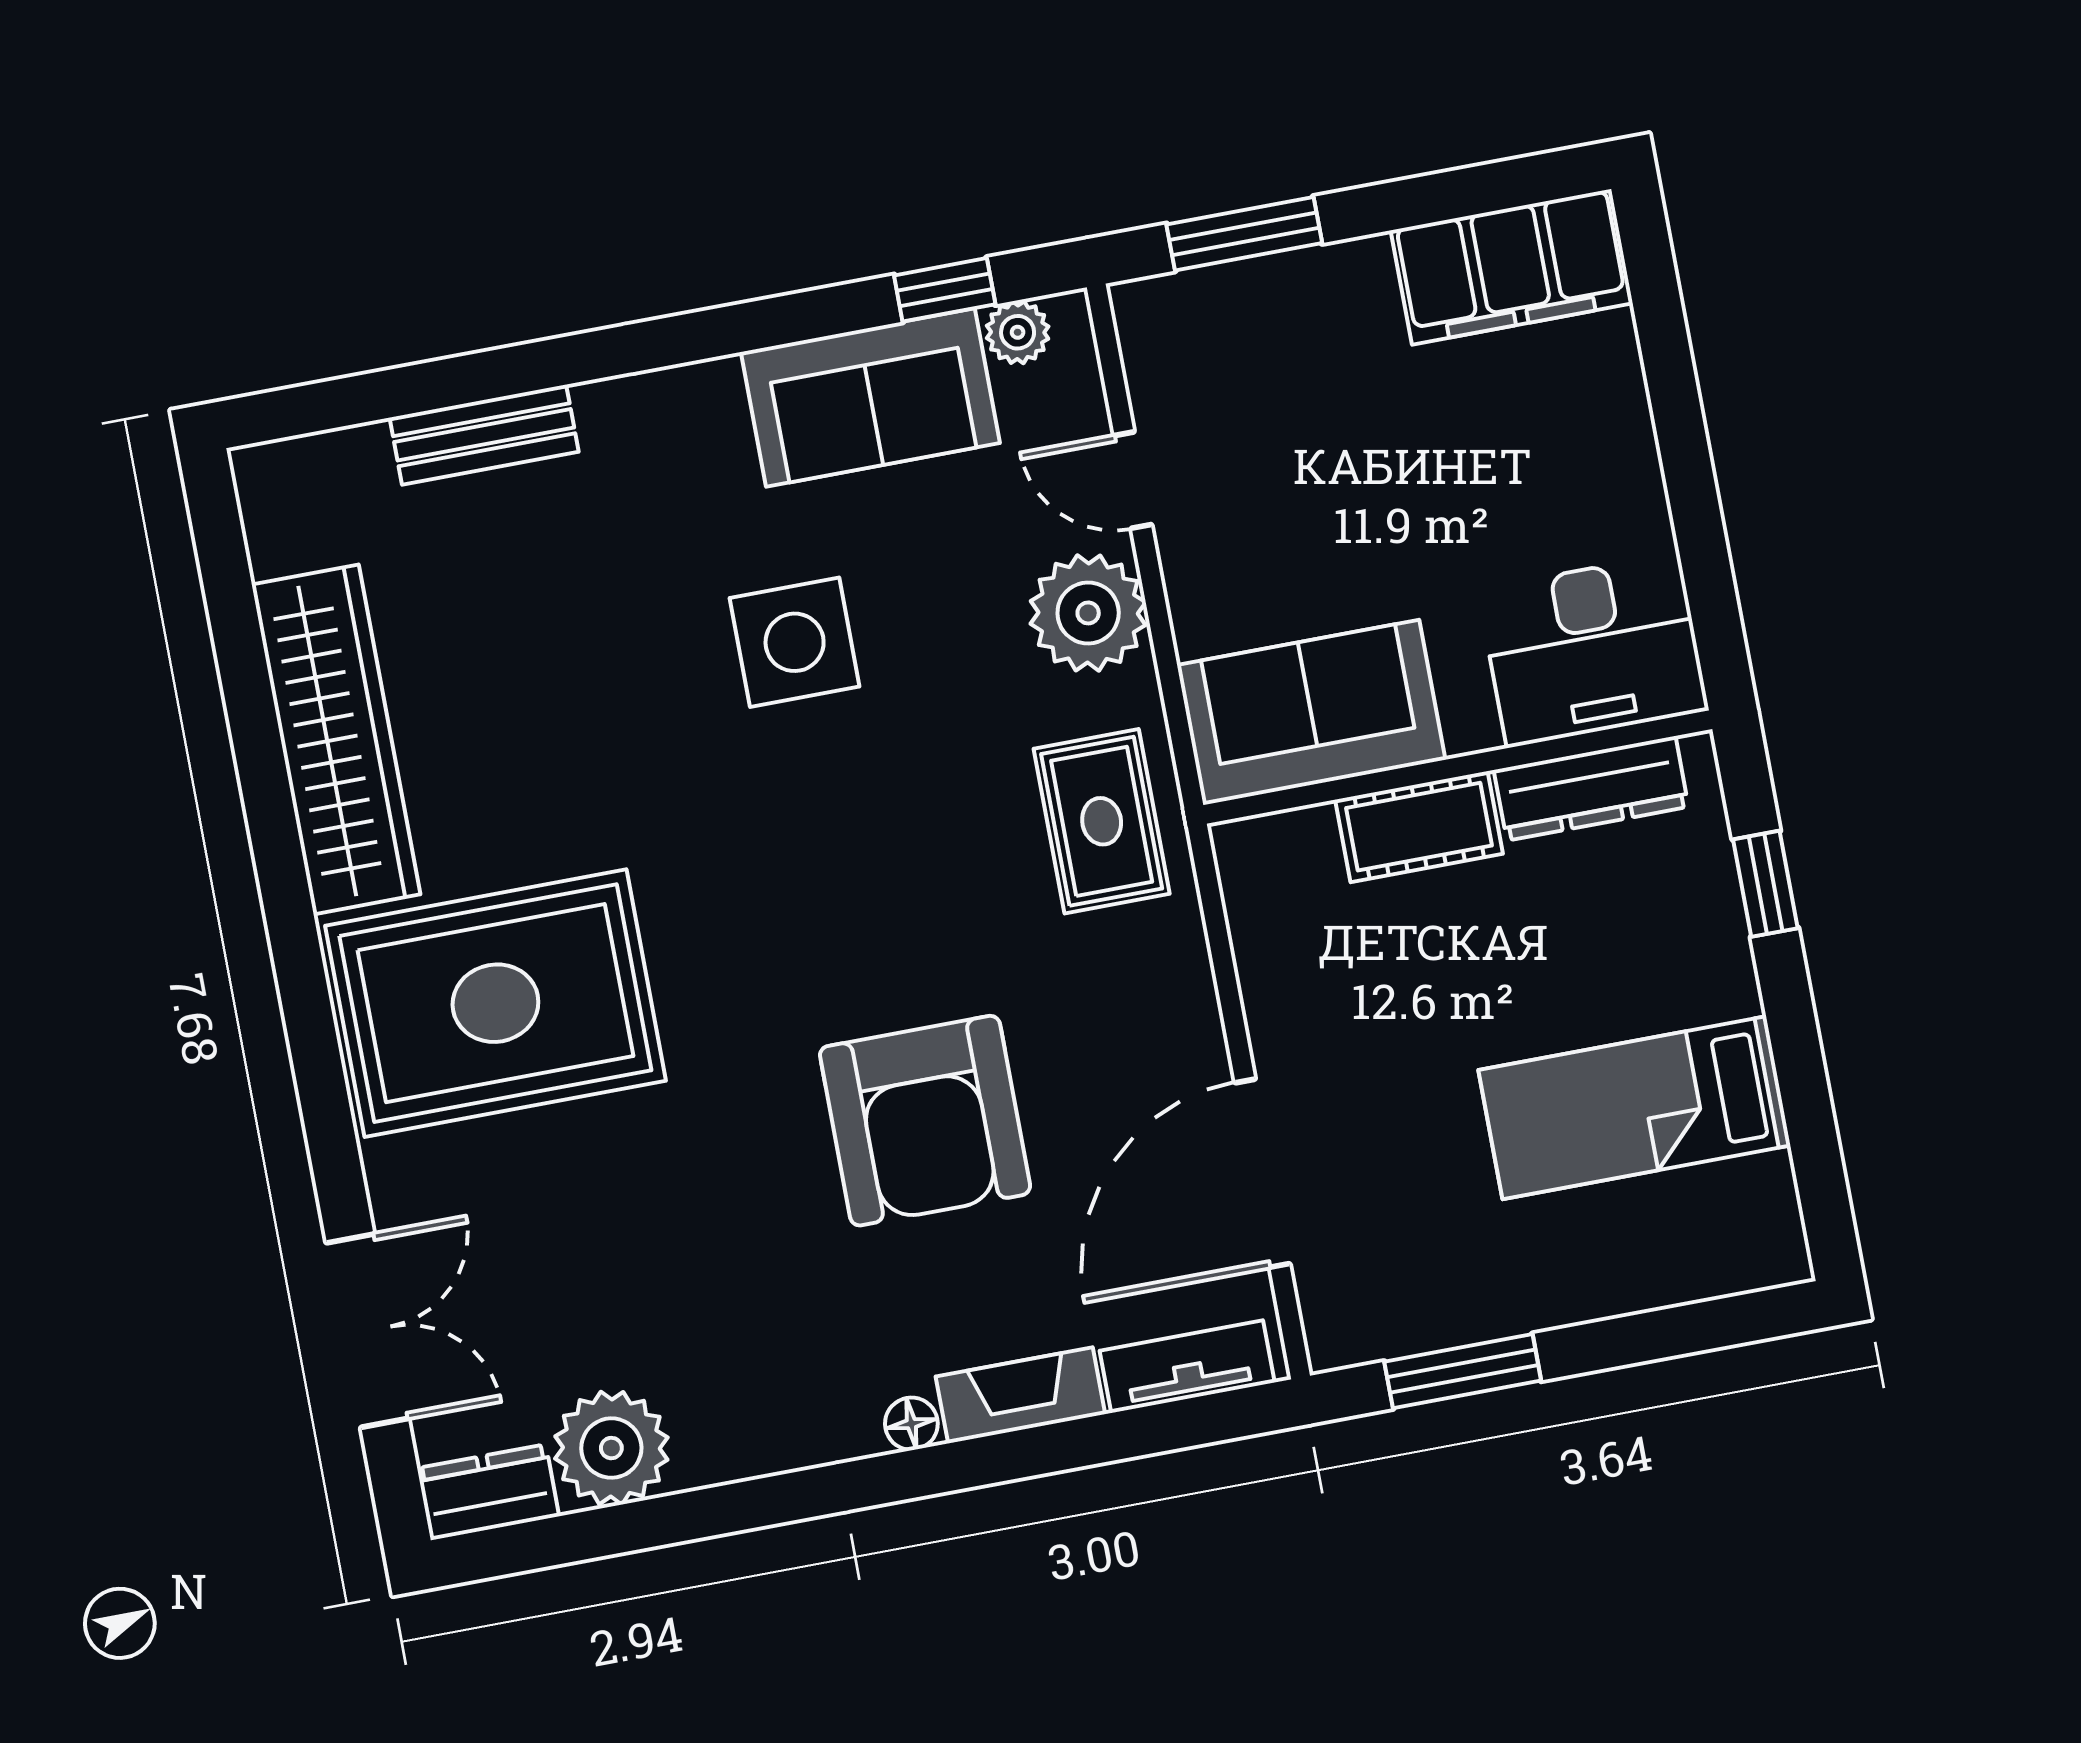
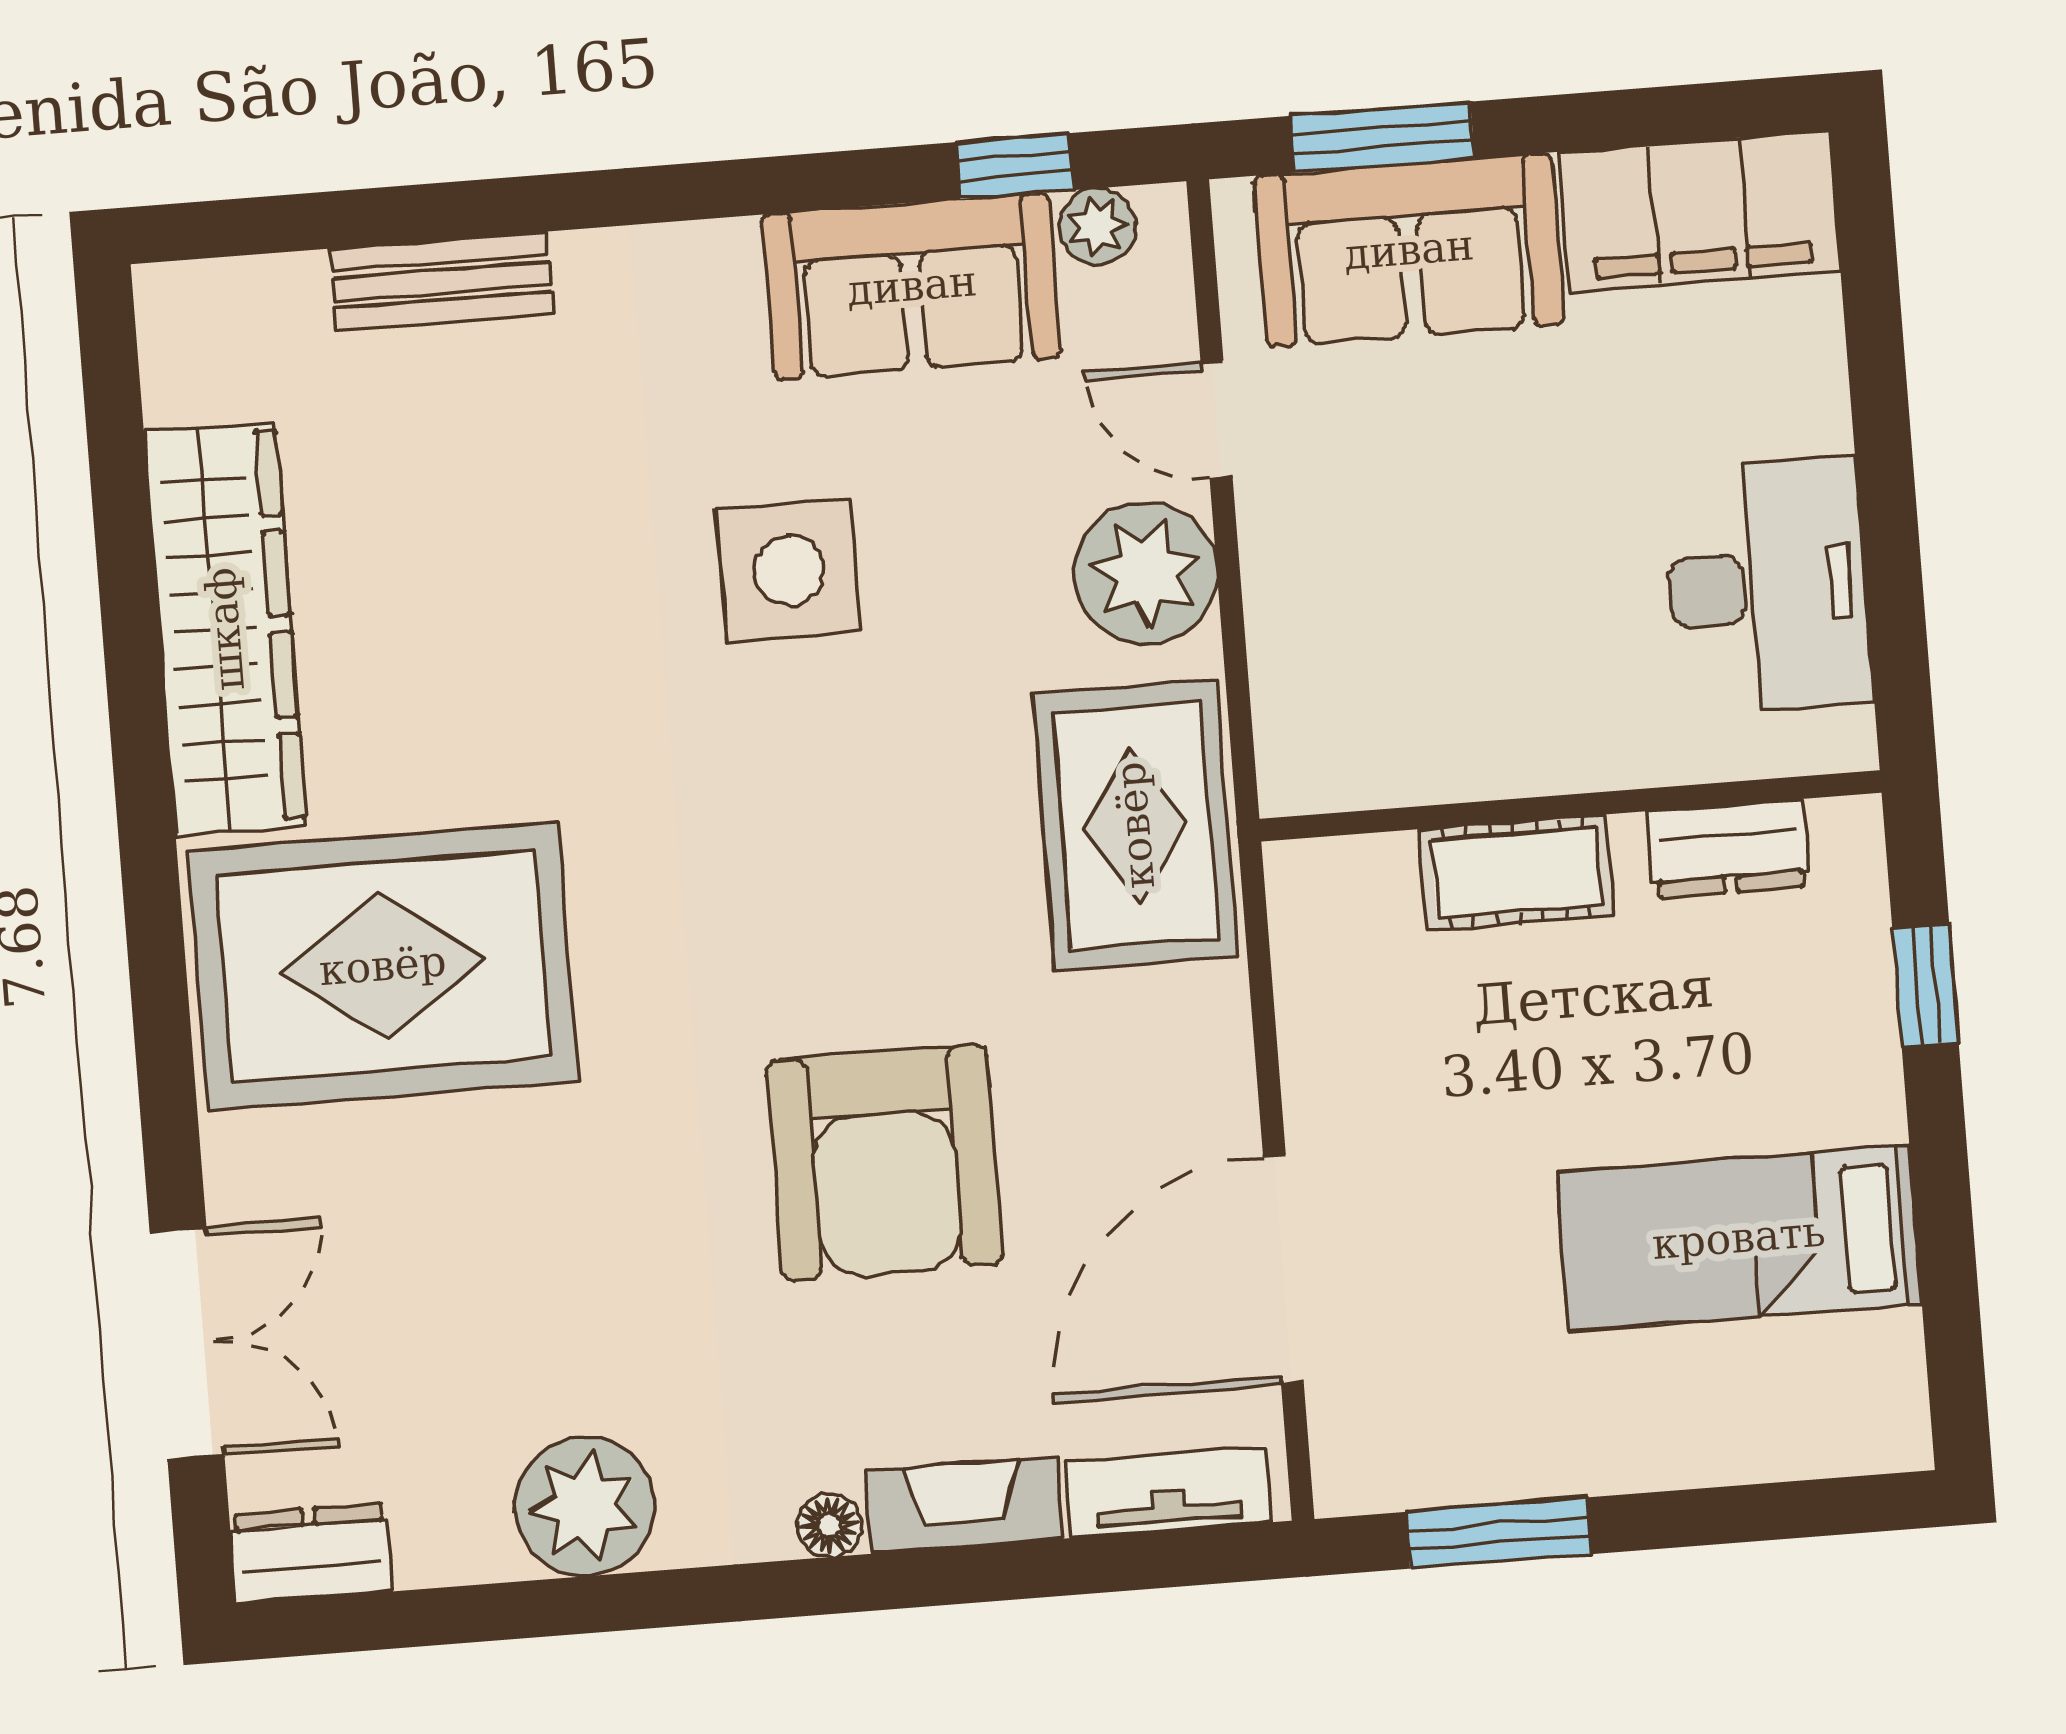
desk: (1593, 650) -> (1767, 587), moved, turned -90
sofa: (1311, 712) -> (1409, 250), moved, turned 180
dresser: (1591, 788) -> (1728, 849), width x0.70
rug: (1102, 821) -> (1135, 825), width x1.36, depth x1.43
plant: (611, 1448) -> (585, 1507), moved

